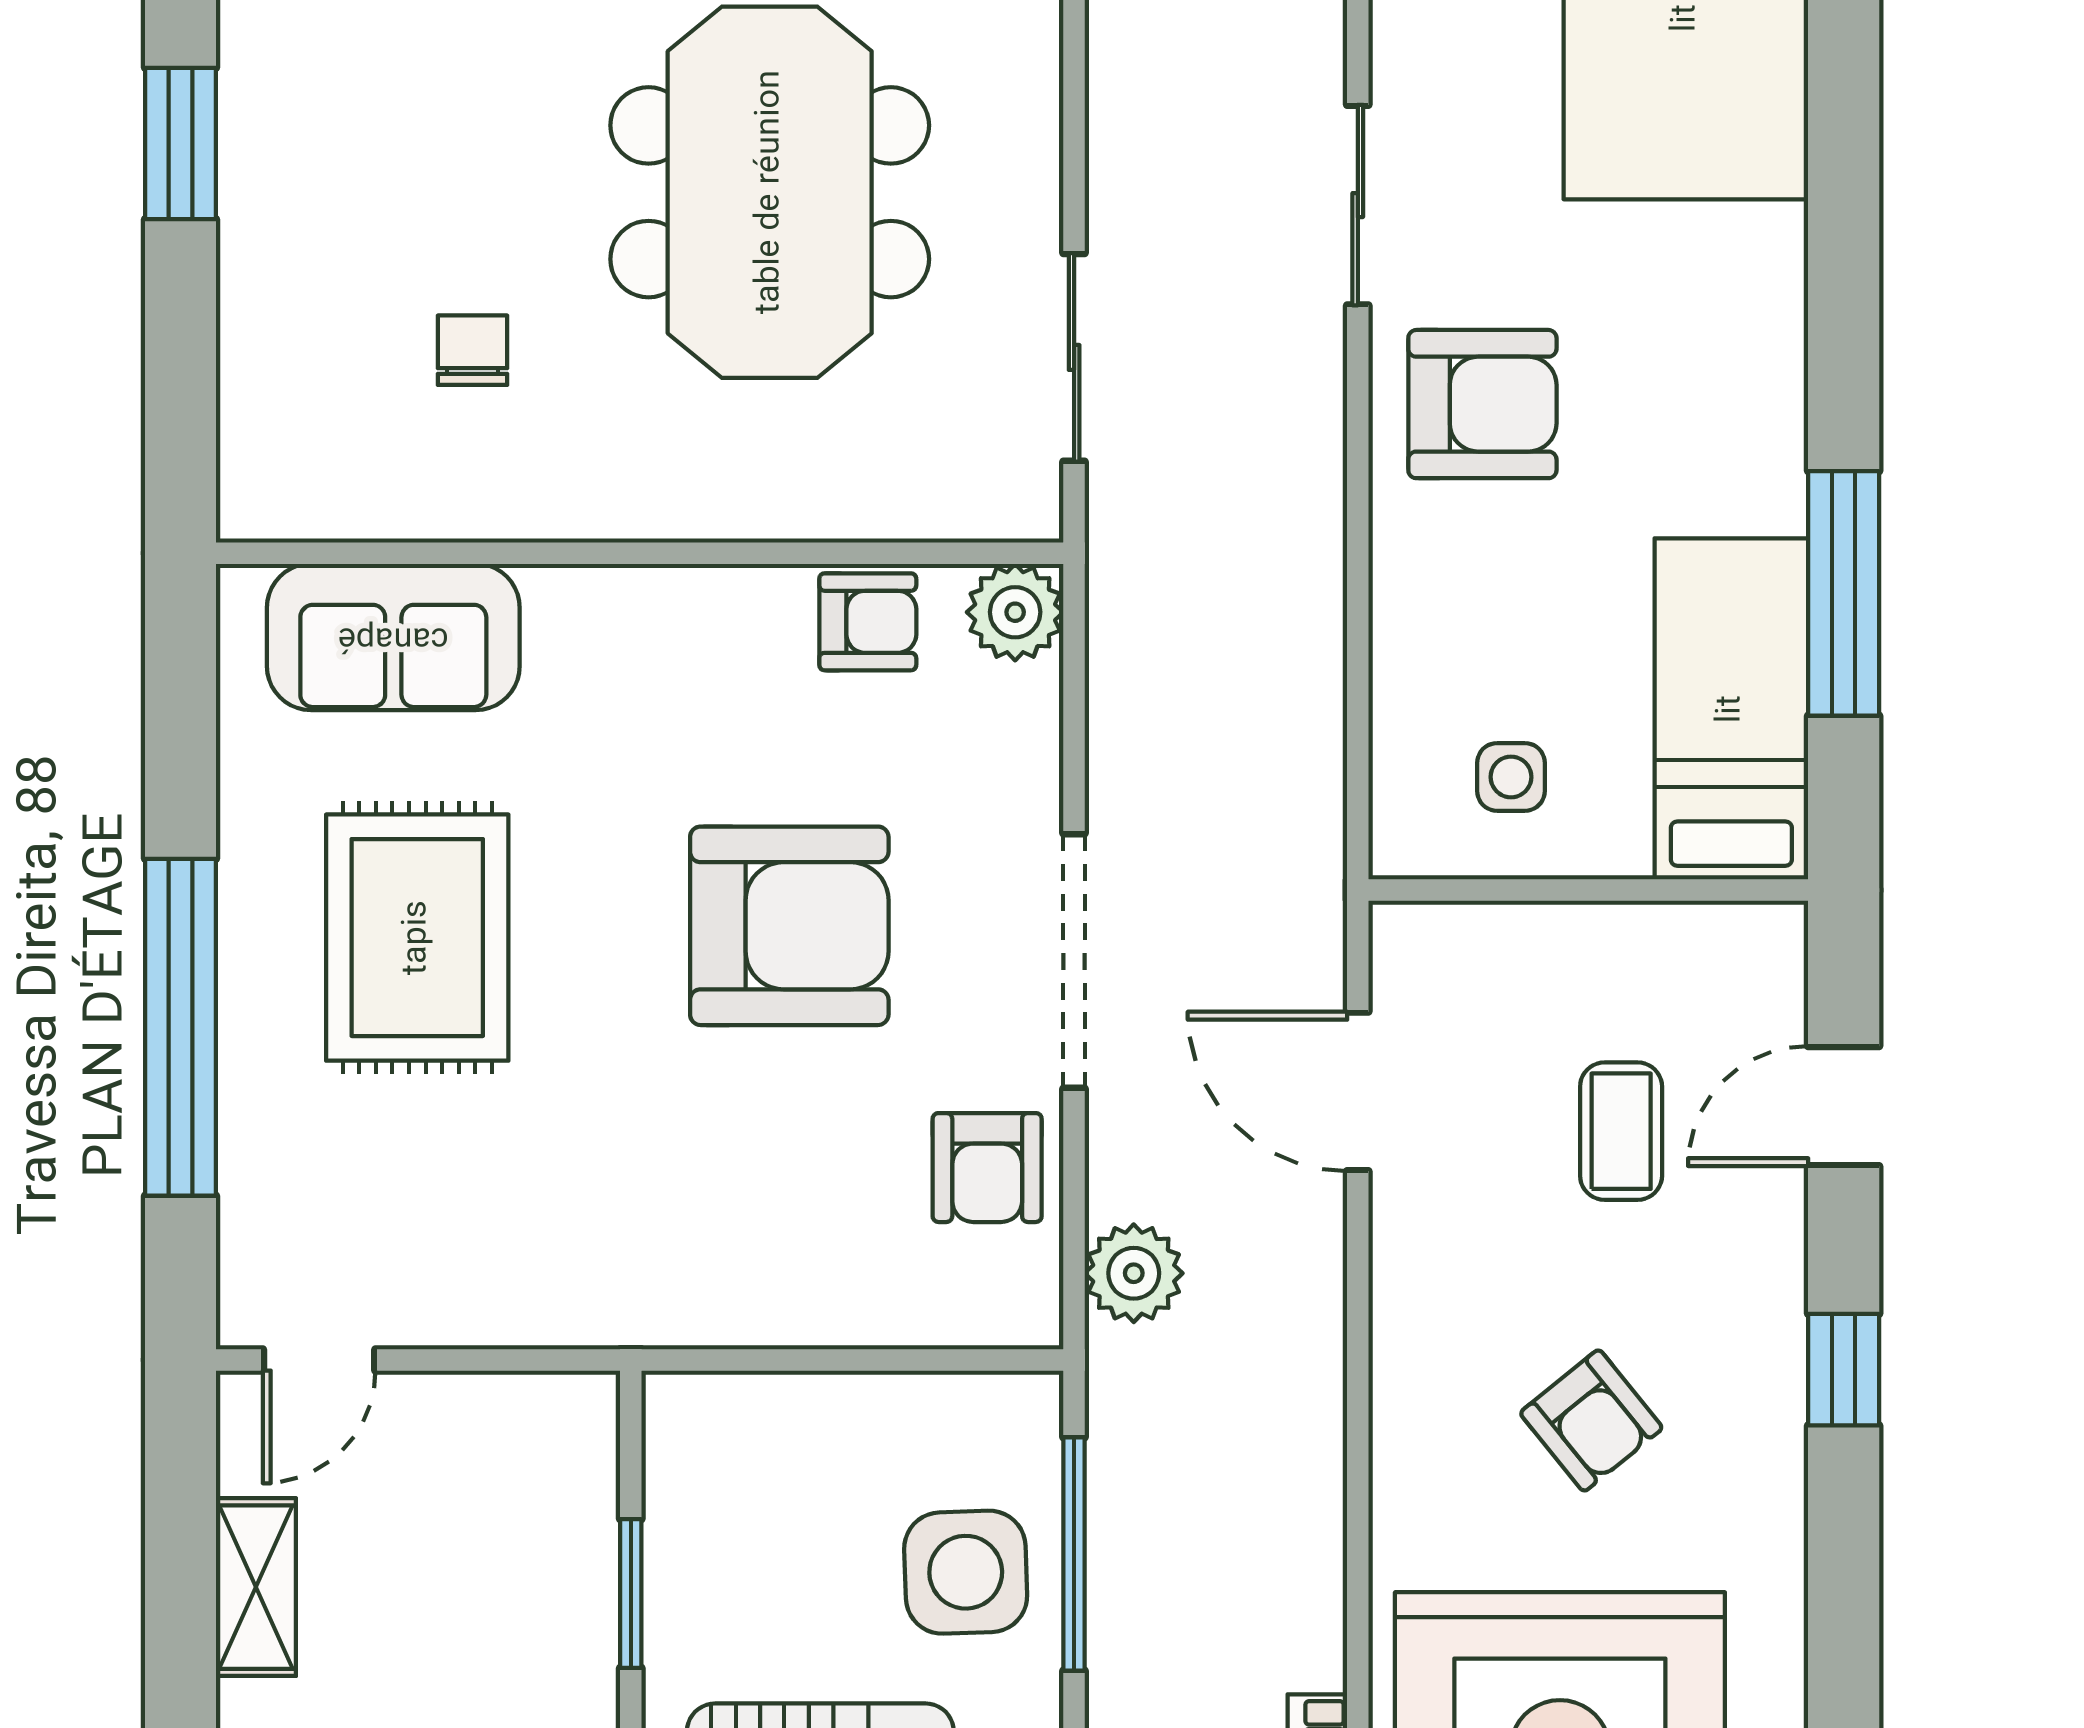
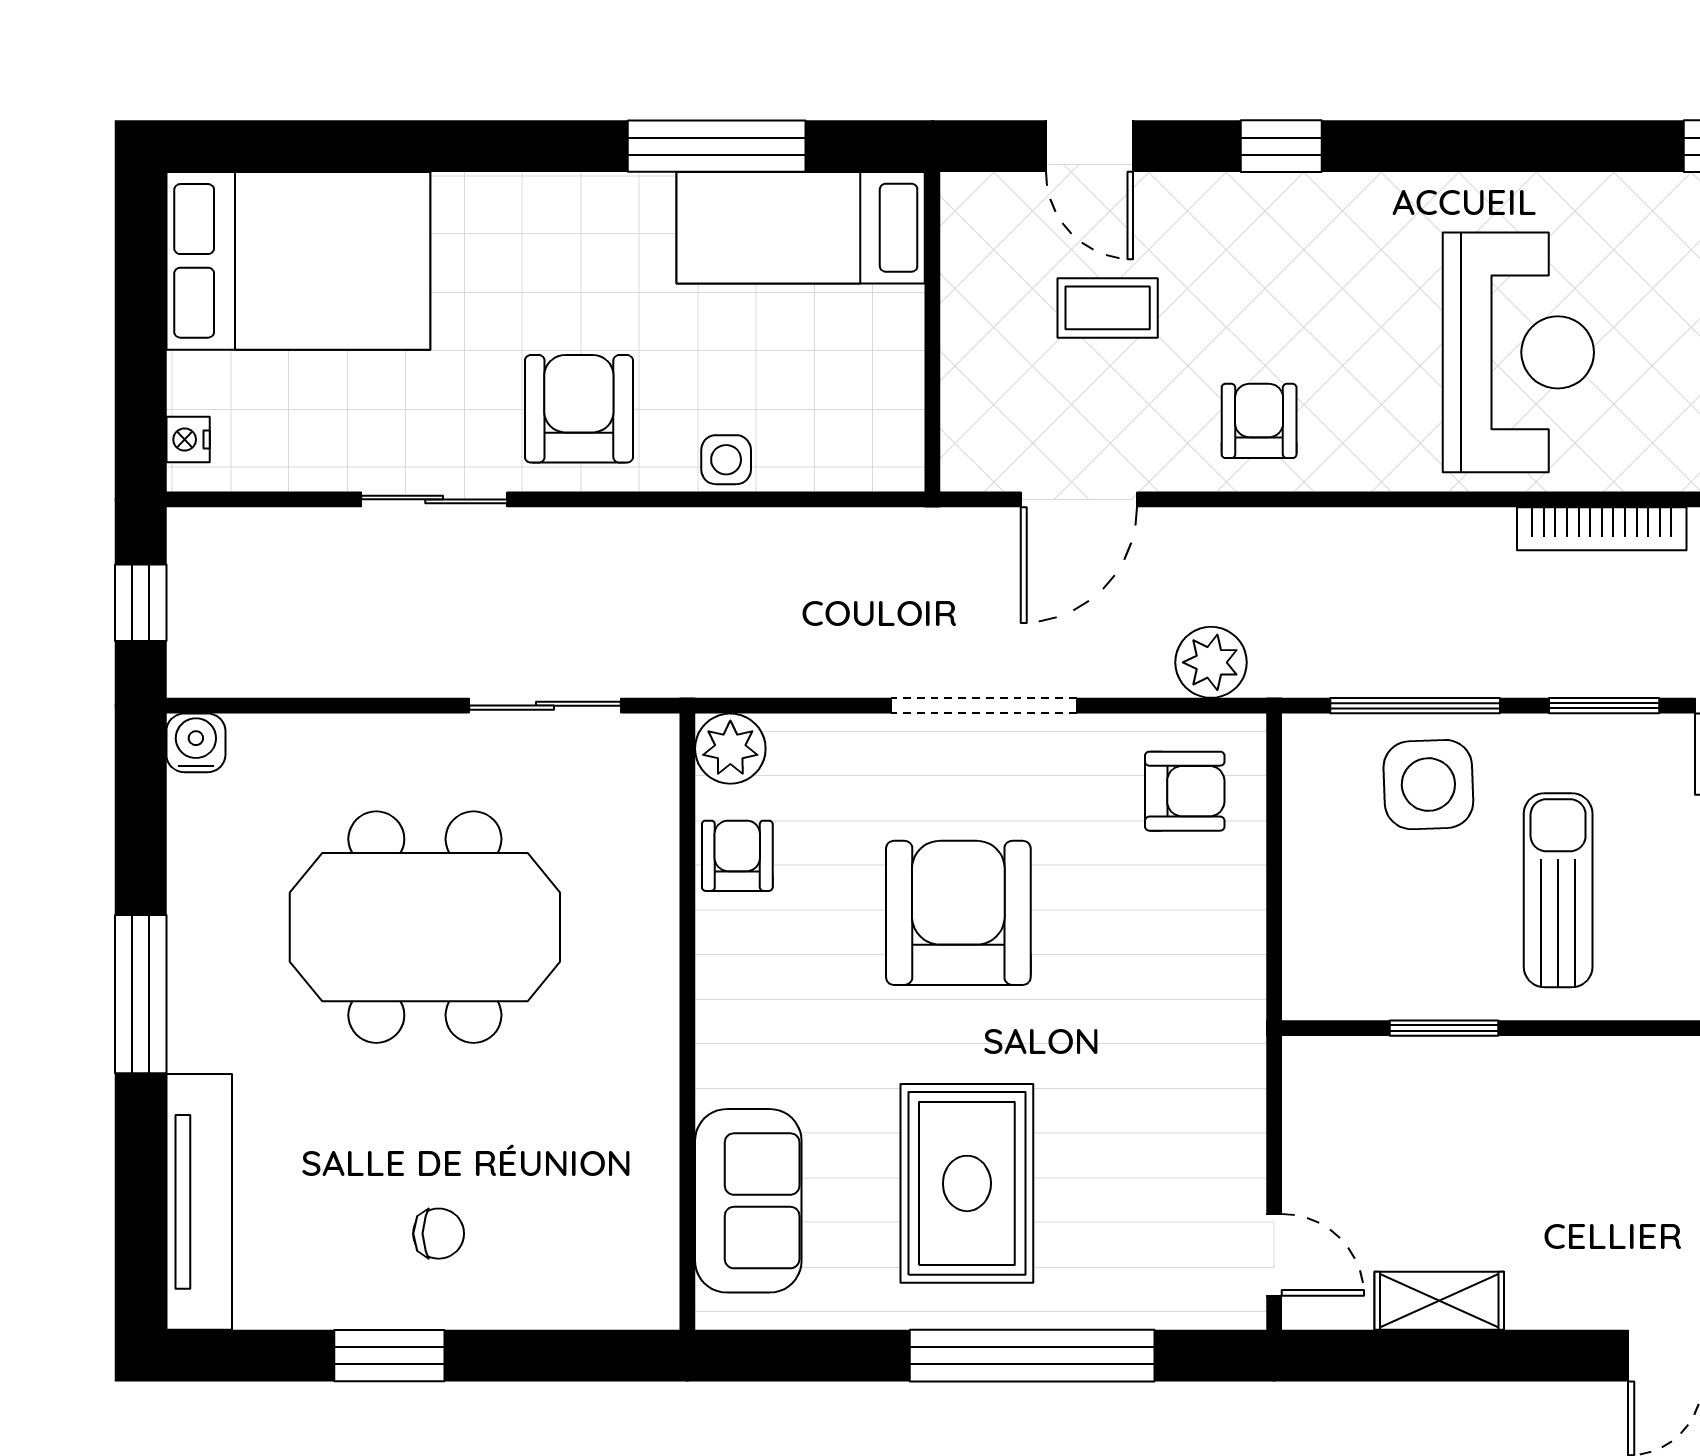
chair: (472, 350) -> (439, 1234), moved, turned 180
side table: (1511, 777) -> (726, 460), moved
rug: (417, 938) -> (967, 1183), turned 90
armchair: (987, 1168) -> (1185, 791), moved
armchair: (1591, 1420) -> (1259, 421), moved, turned -51

